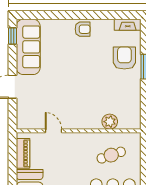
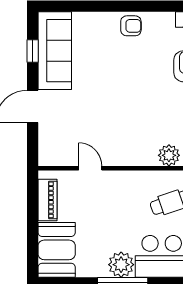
window: (12, 36) -> (33, 51), moved

